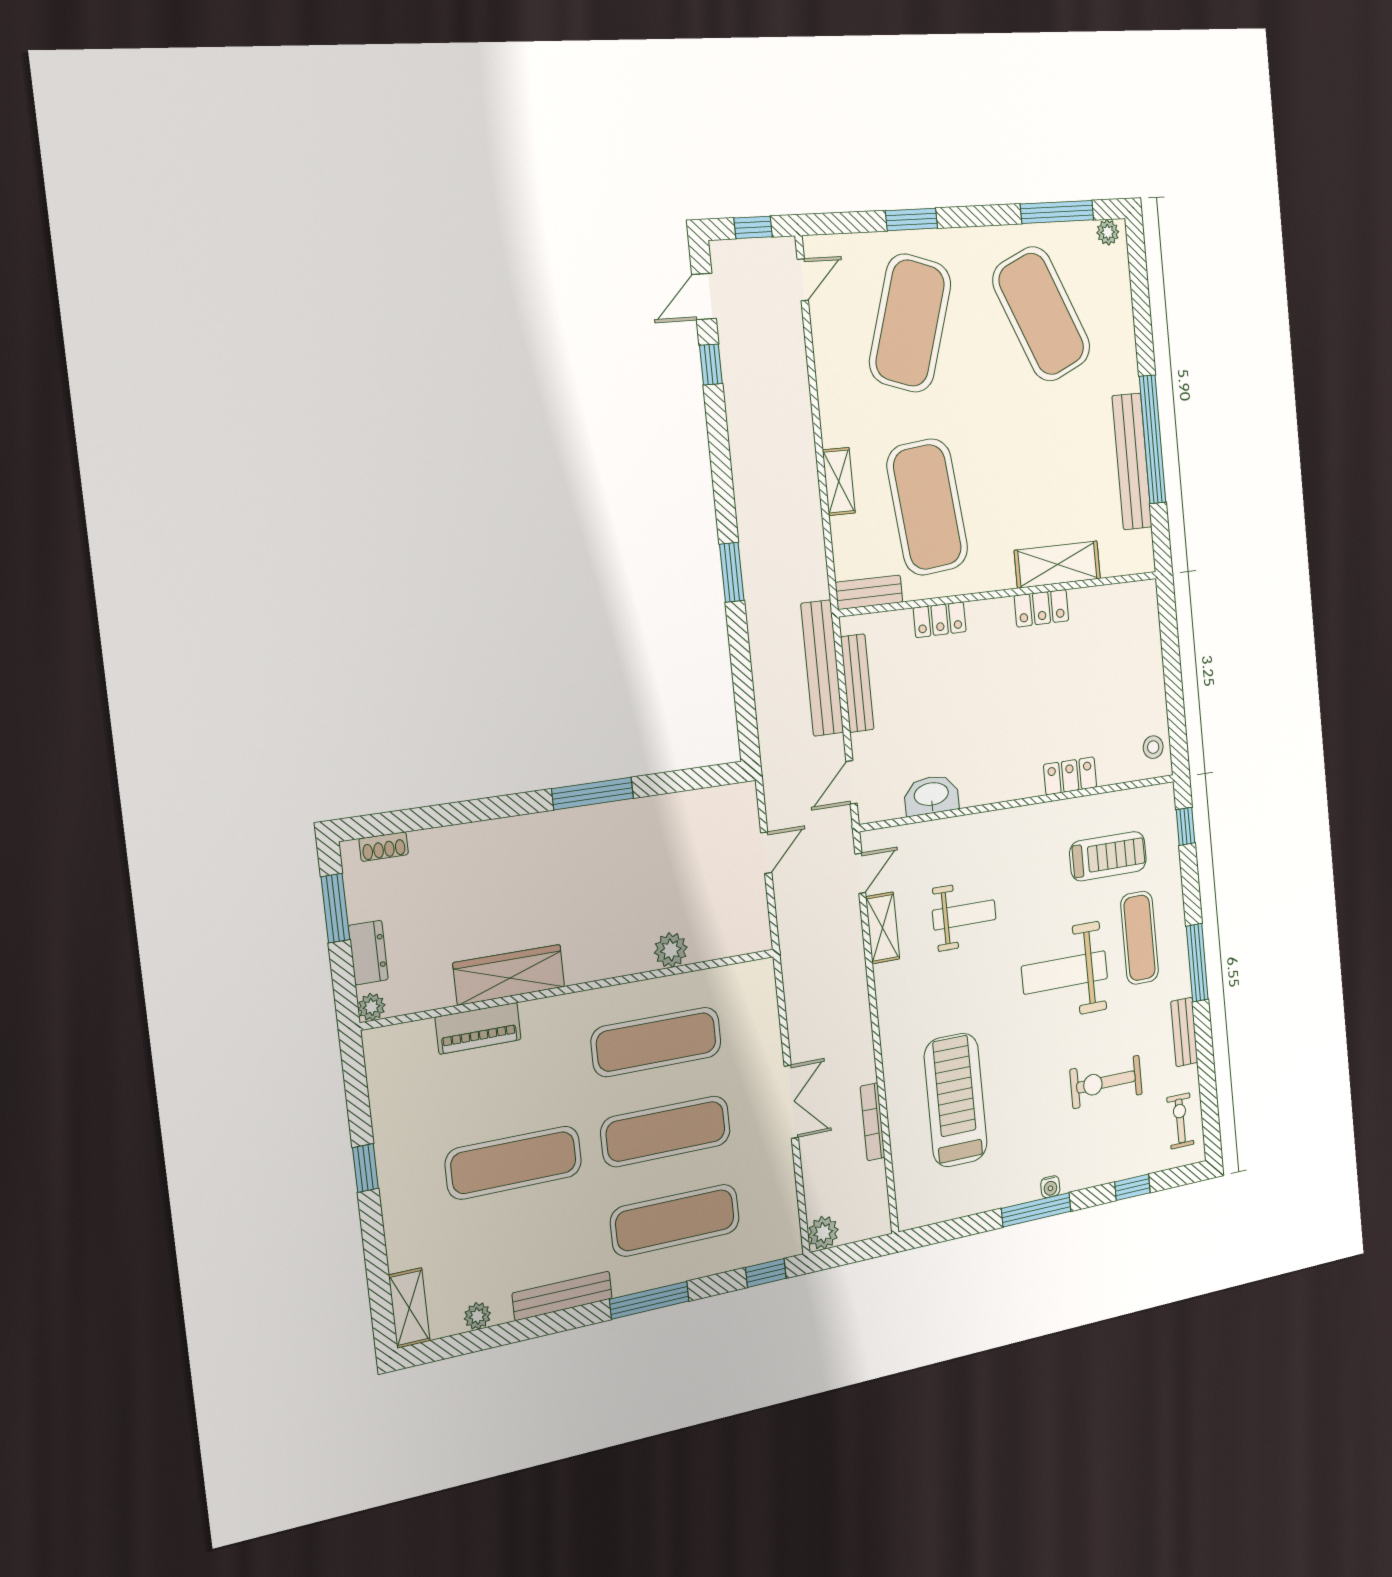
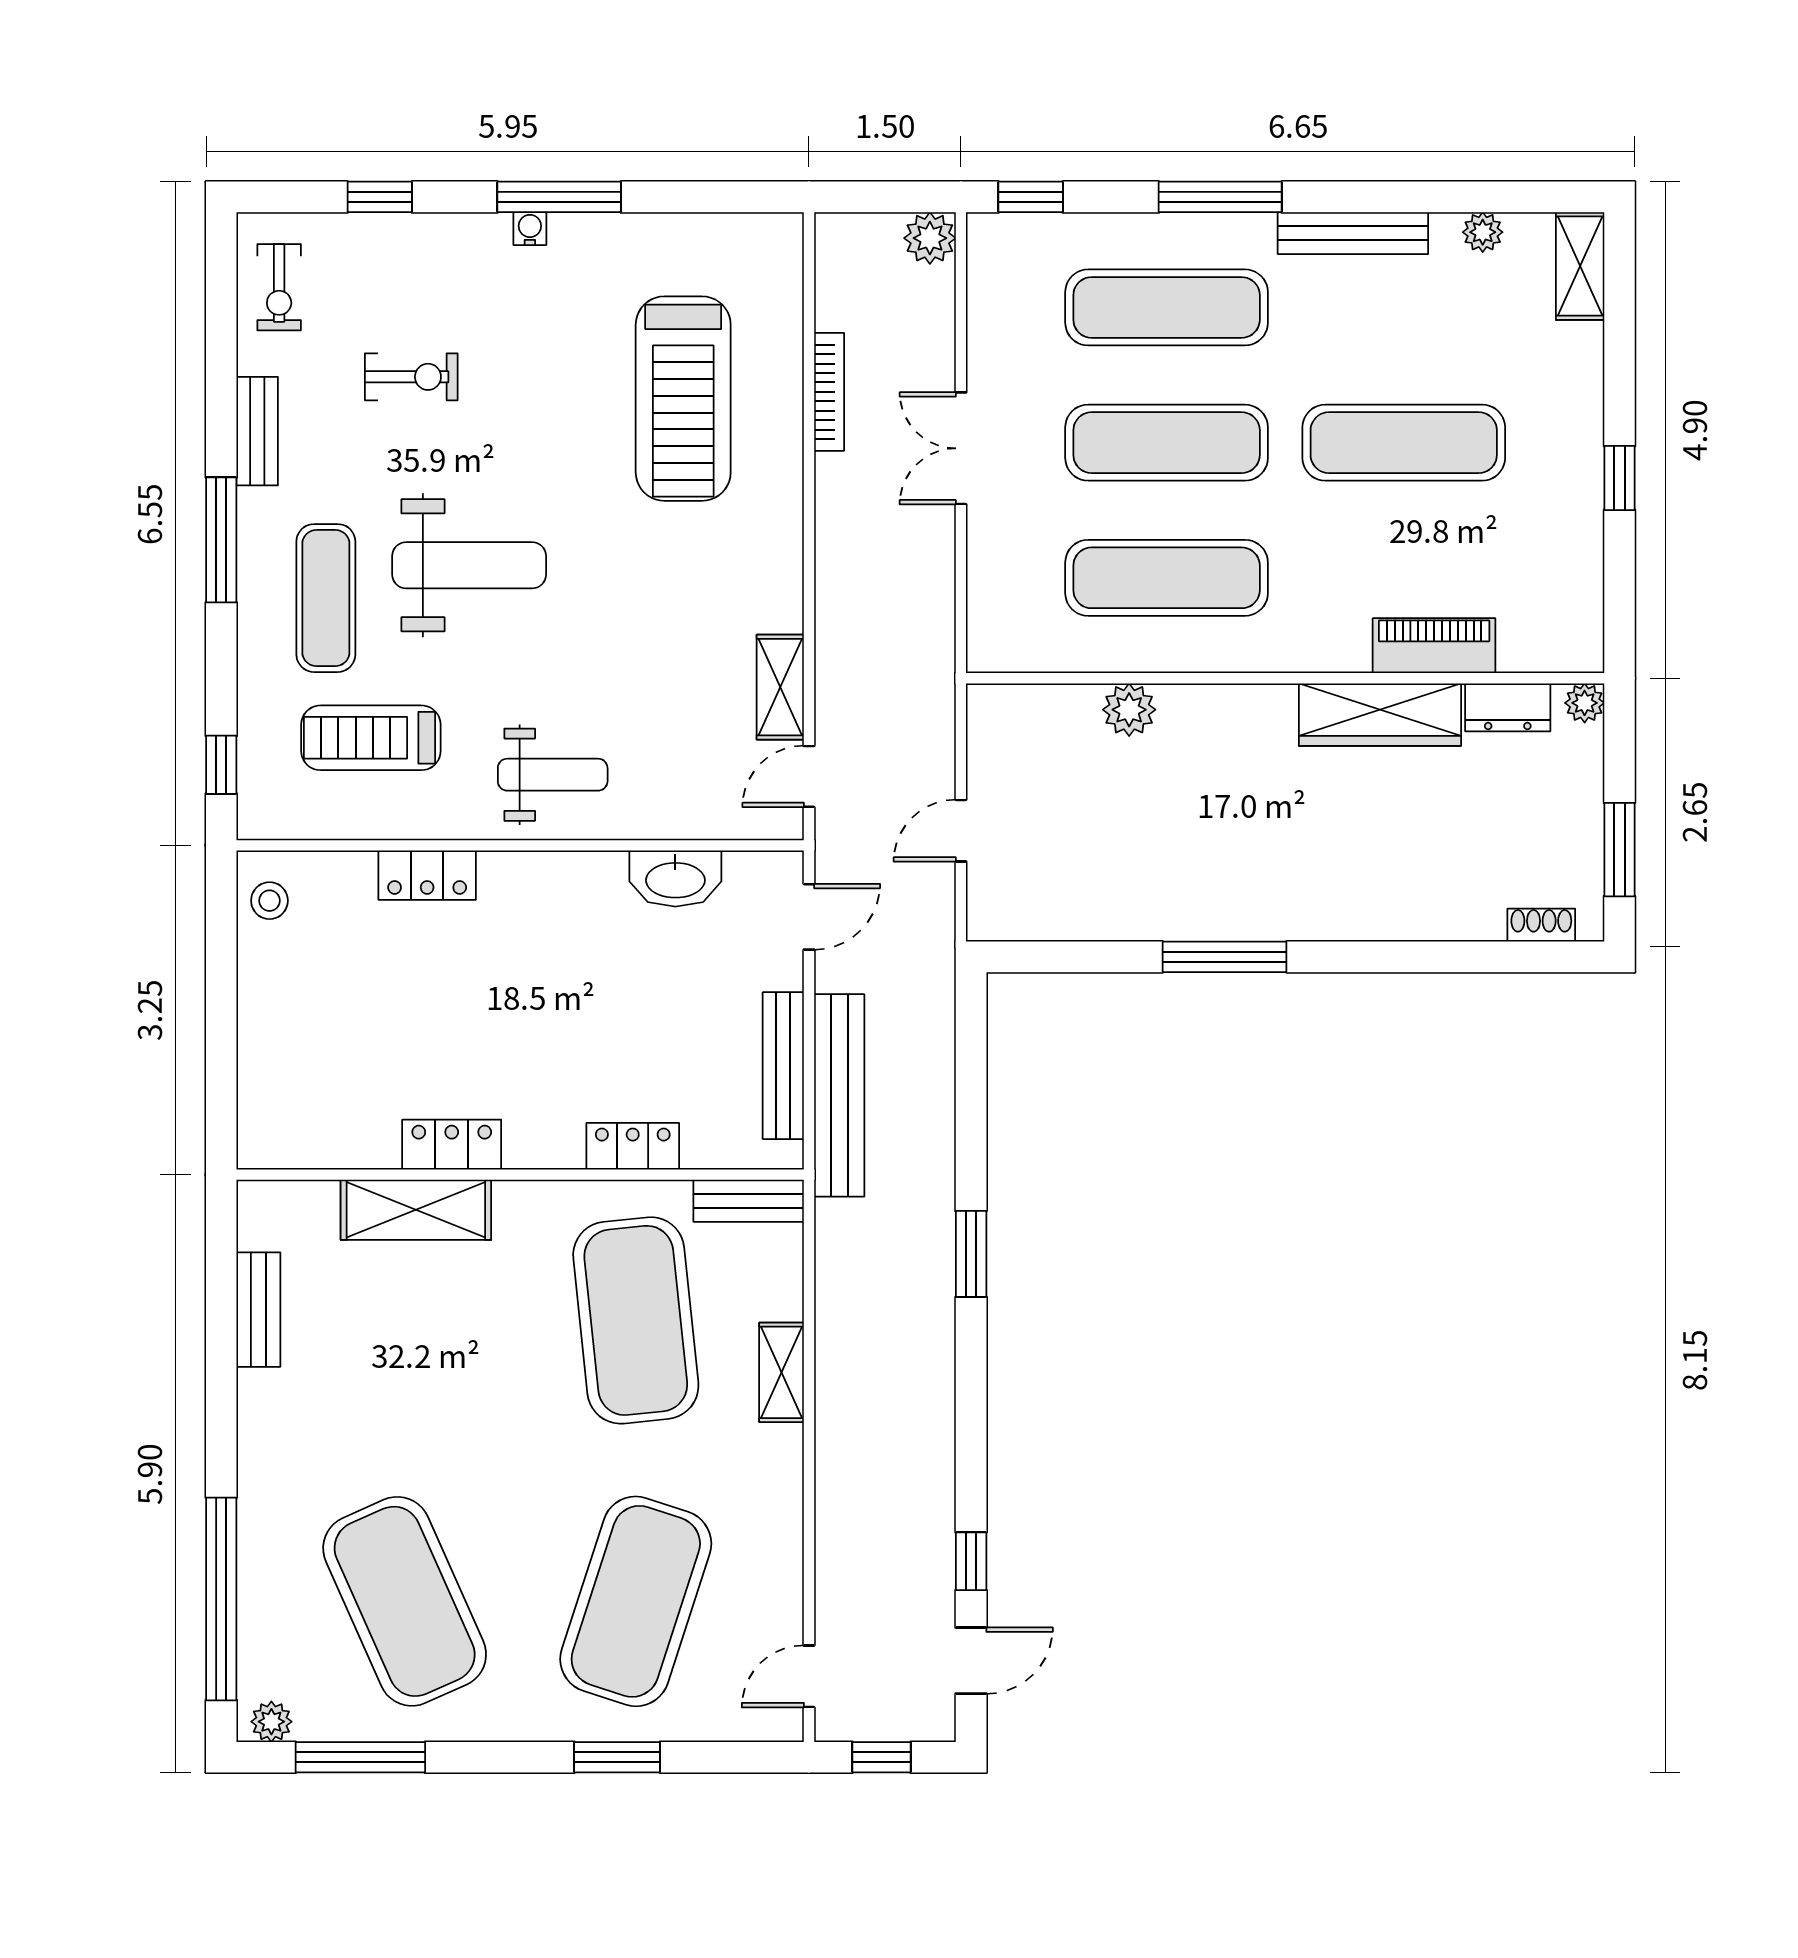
window: (1153, 439) -> (221, 1599), moved
bench: (1132, 462) -> (258, 1310), width x0.54, depth x0.82
weight bench: (964, 915) -> (553, 775), moved, turned 180
dresser: (368, 953) -> (1508, 707), moved, turned -90
exercise bike: (1106, 1082) -> (411, 377), width x0.73, depth x0.72

